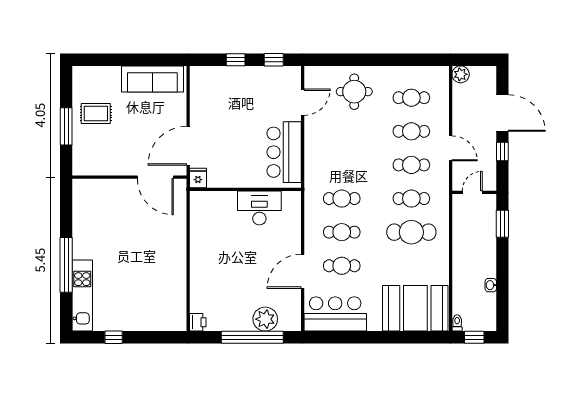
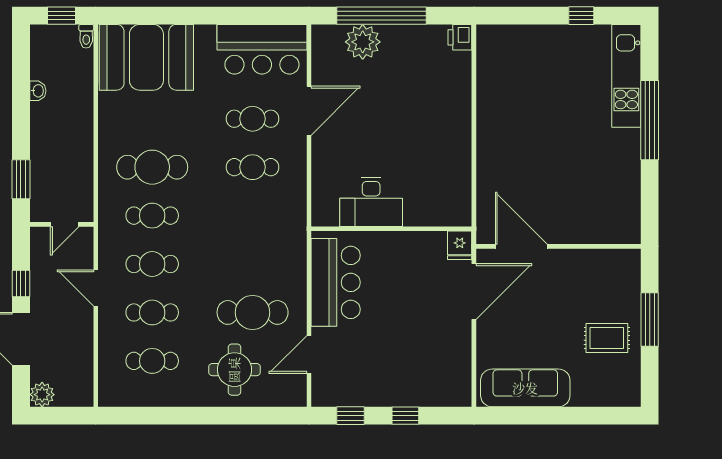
plant: (461, 74) -> (42, 395), moved
cafe table: (342, 199) -> (253, 312), moved, width x1.37, depth x1.35

